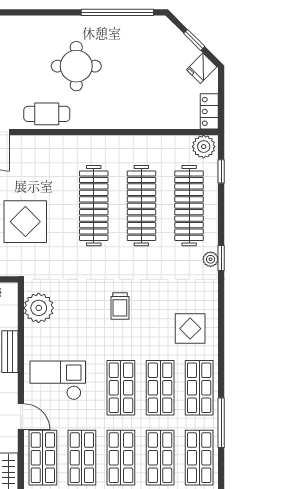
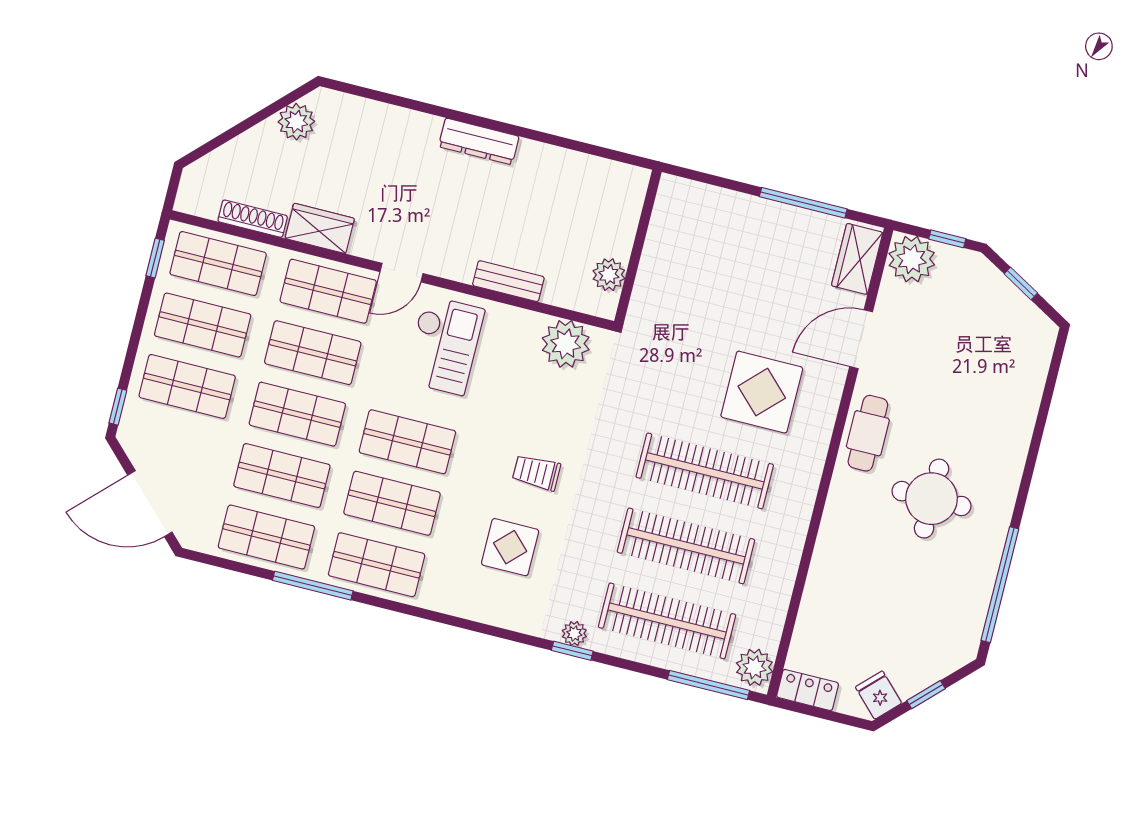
window: (221, 171) -> (708, 685), width x2.17
display table: (25, 222) -> (762, 392), moved
display table: (190, 329) -> (510, 547), moved

